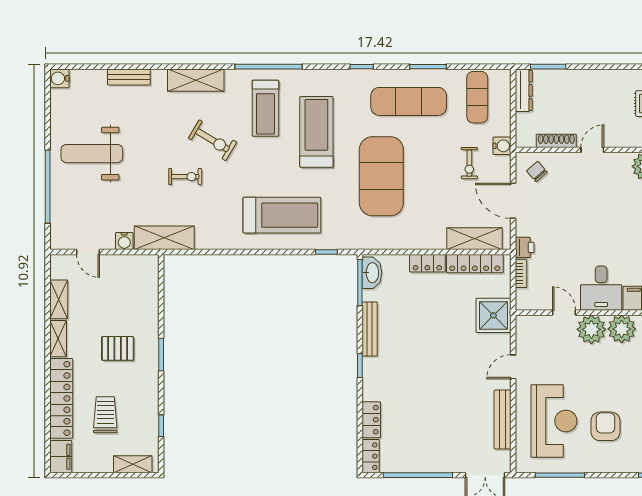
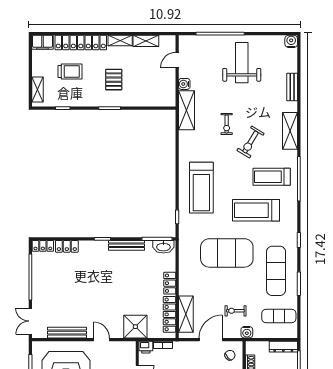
treadmill: (316, 132) -> (256, 210), turned 180
printer: (525, 247) -> (146, 347), moved

